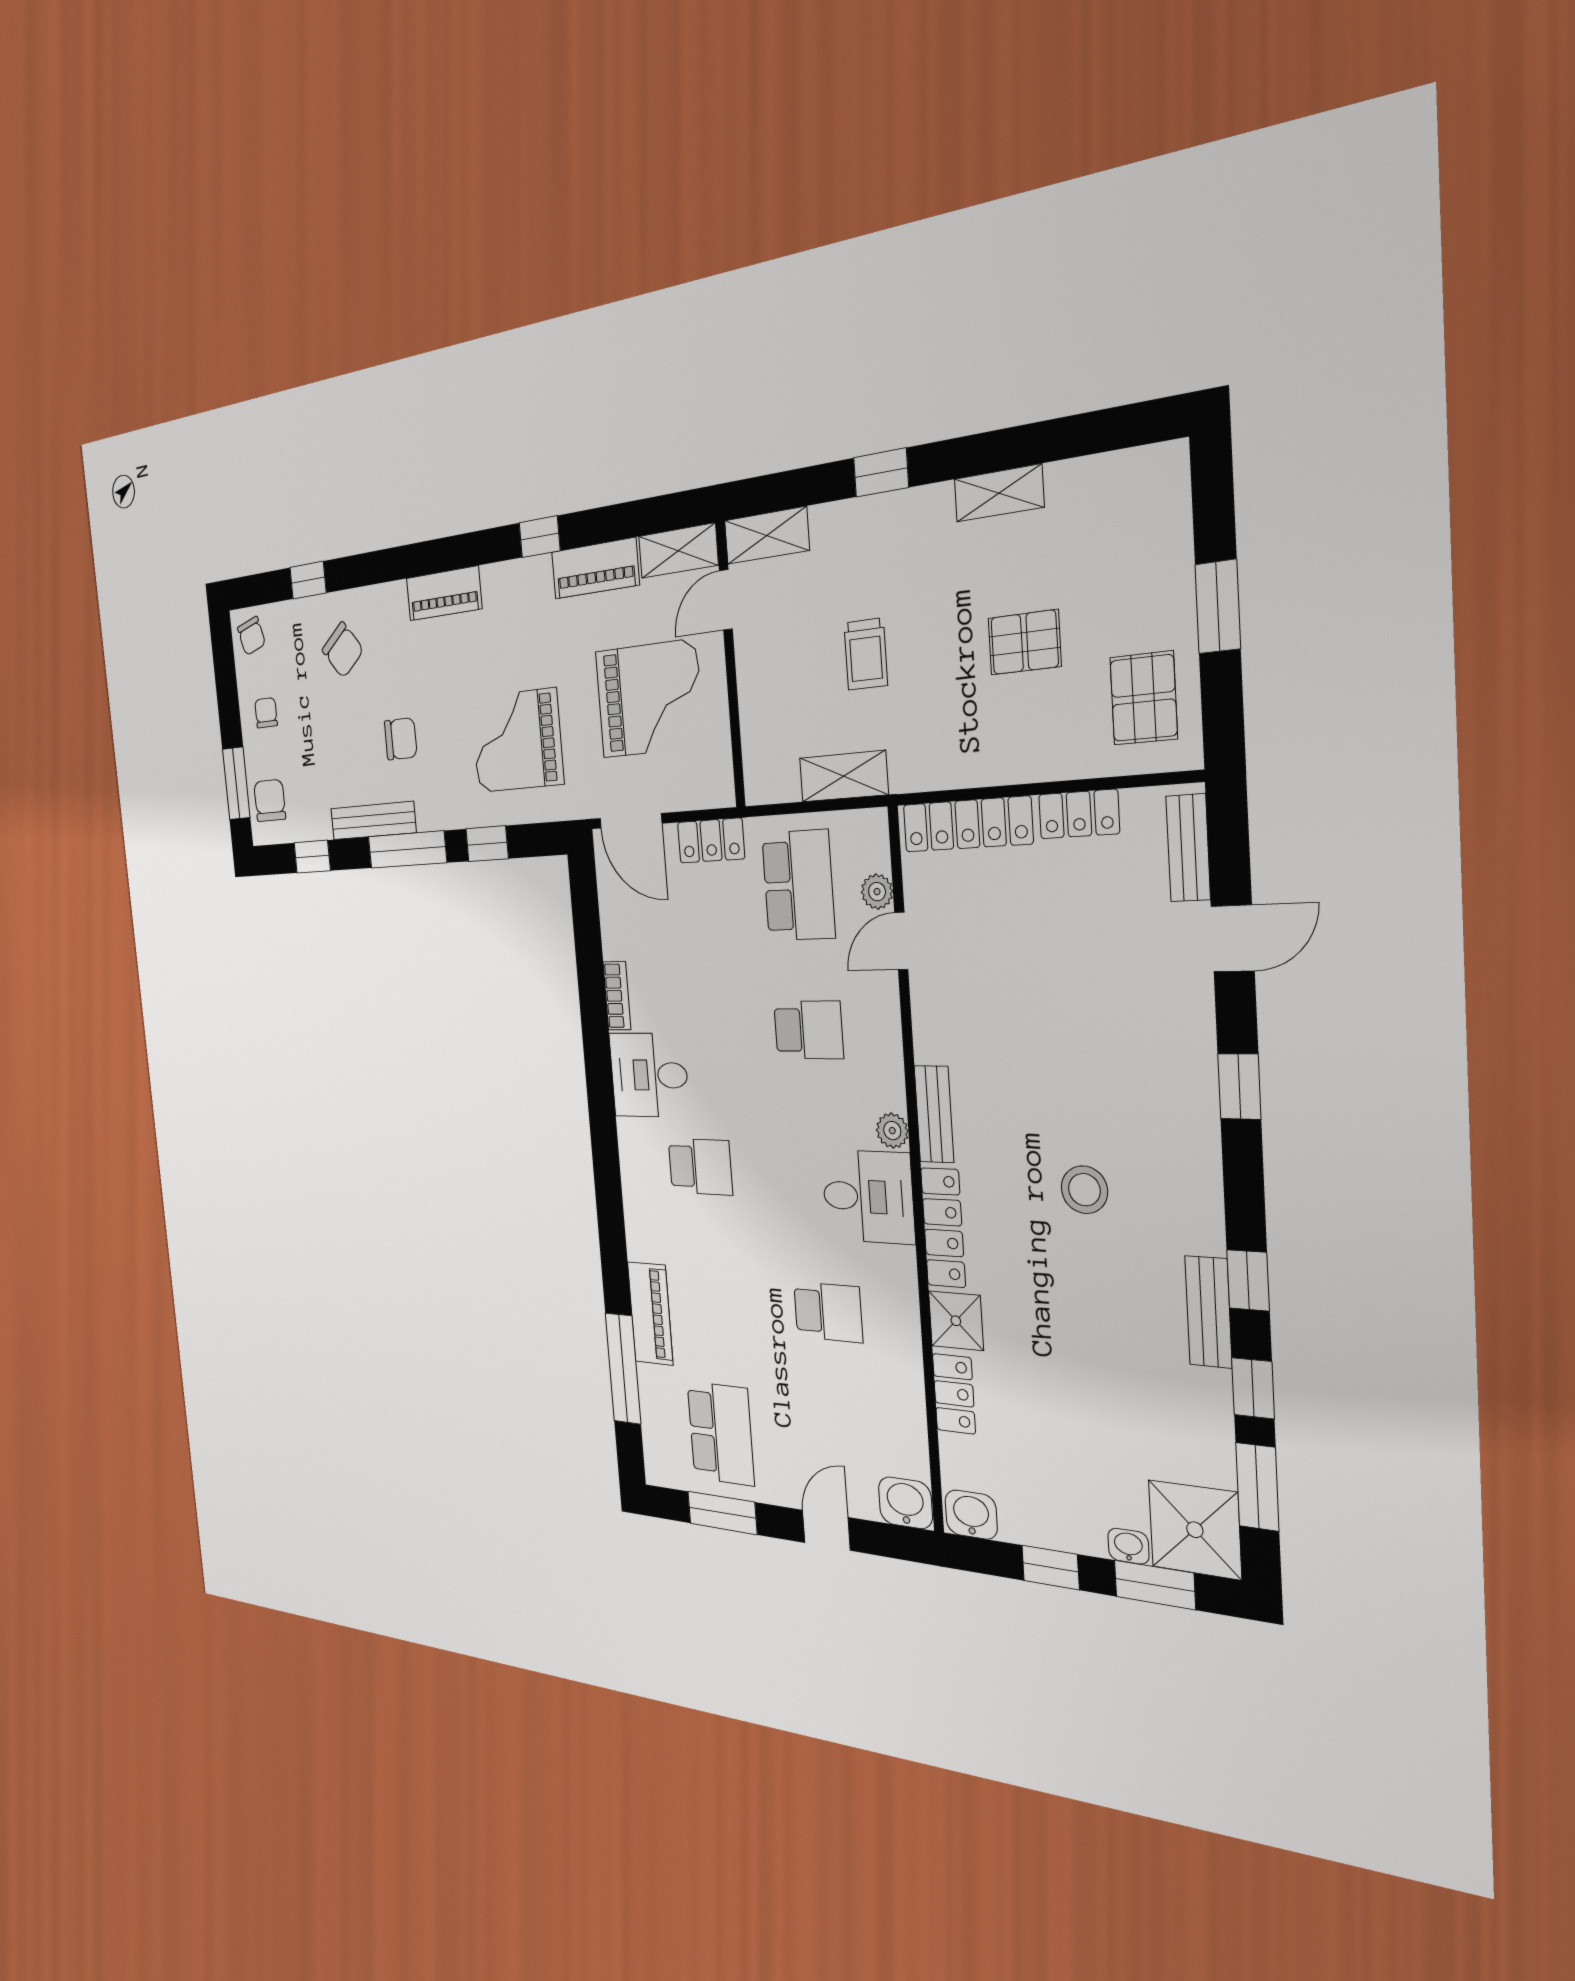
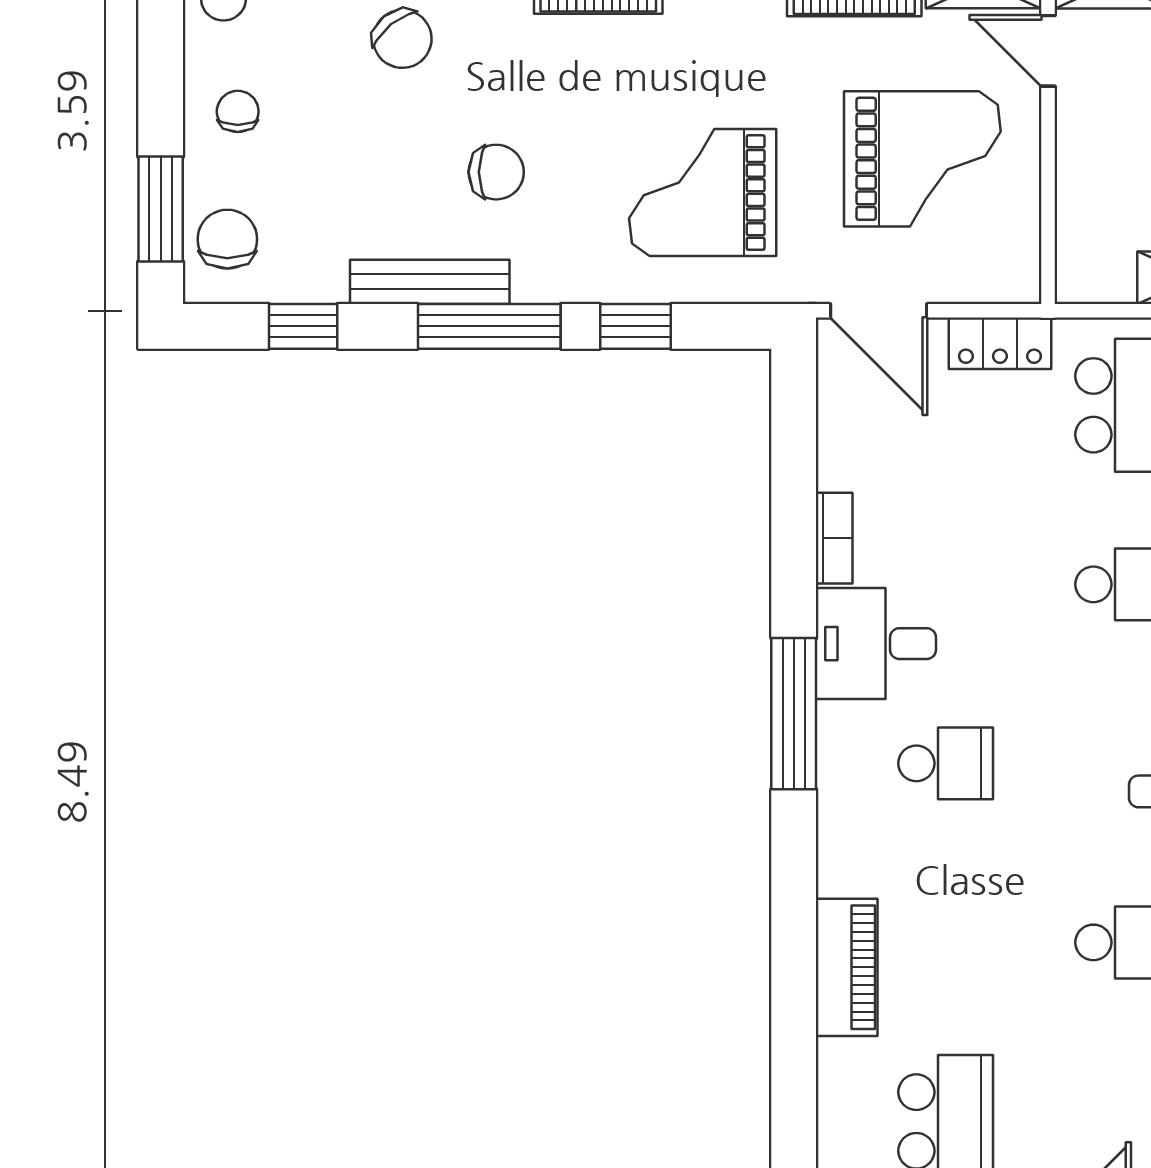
door: (726, 600) -> (1048, 51), hinge flipped
window: (623, 1369) -> (794, 714), moved

